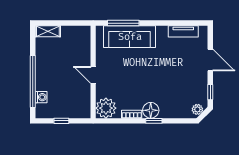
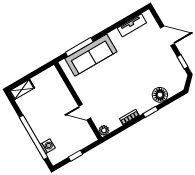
door: (93, 75) -> (85, 112), moved
plant: (106, 108) -> (104, 130), width x0.53, depth x0.53
plant: (197, 109) -> (180, 82), removed
floor lamp: (151, 110) -> (160, 95), moved

